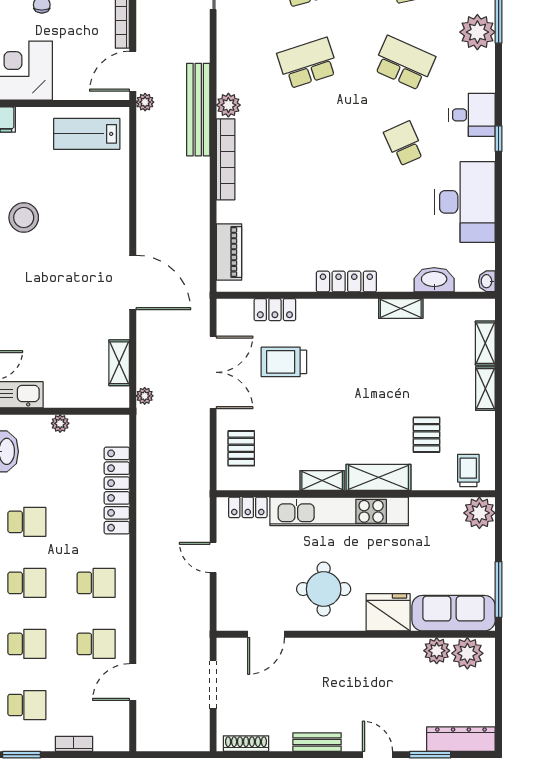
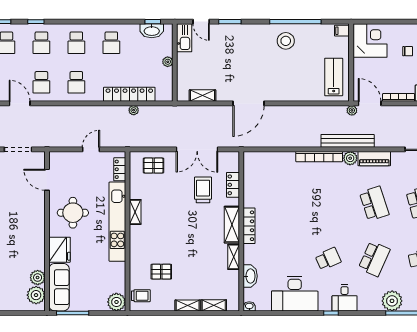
piano: (229, 252) -> (374, 159), moved
plant: (145, 396) -> (134, 110), moved
shelving: (378, 477) -> (232, 225), moved

